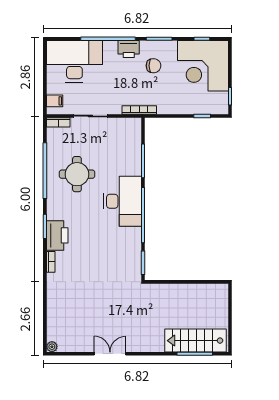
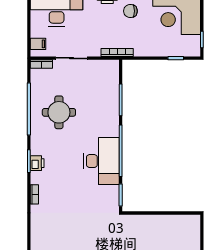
chair: (153, 66) -> (130, 11), turned 180
desk: (122, 201) -> (101, 161), moved
printer: (57, 235) -> (37, 163), width x0.53, depth x0.68

